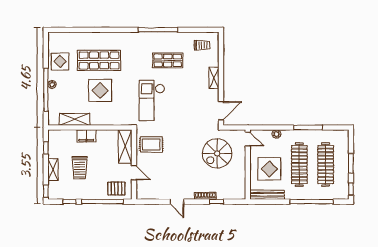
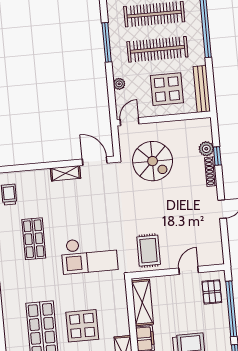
shelving: (214, 78) -> (65, 173), moved
shelving: (125, 146) -> (142, 302), moved, turned 90
plant: (223, 194) -> (206, 149), added

